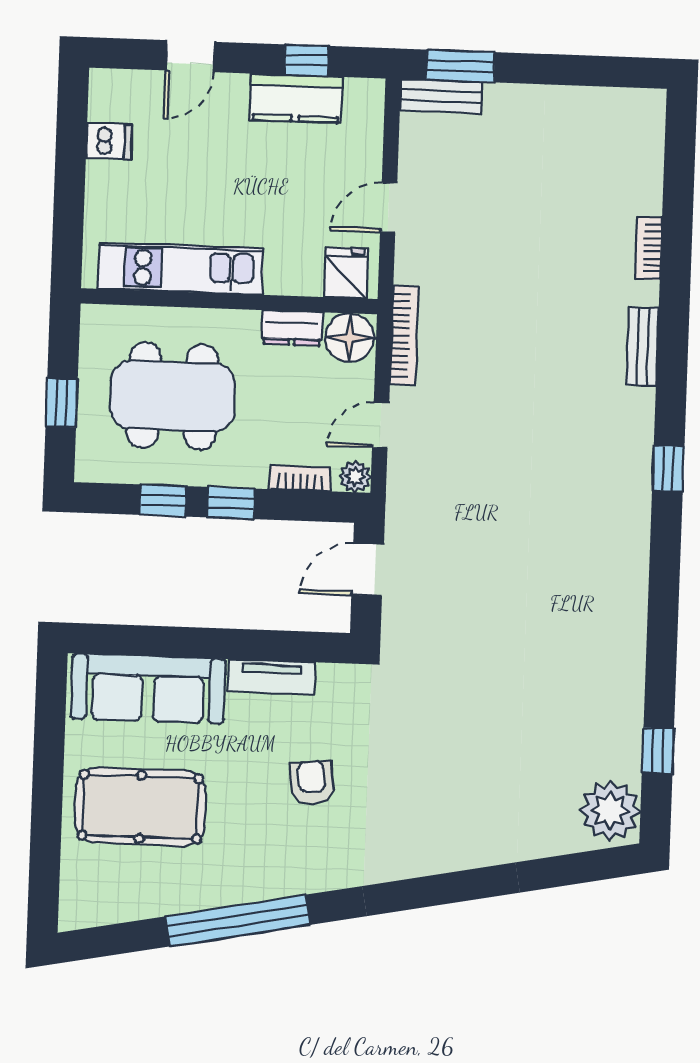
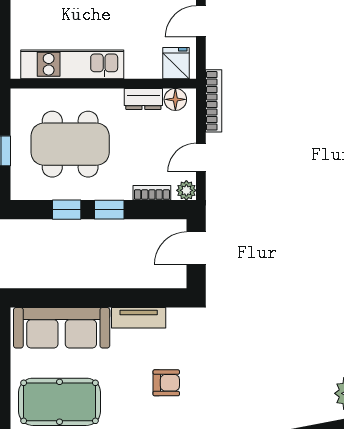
floor lamp: (349, 338) -> (175, 99), width x0.73, depth x0.73
armchair: (312, 783) -> (166, 383), turned 96

